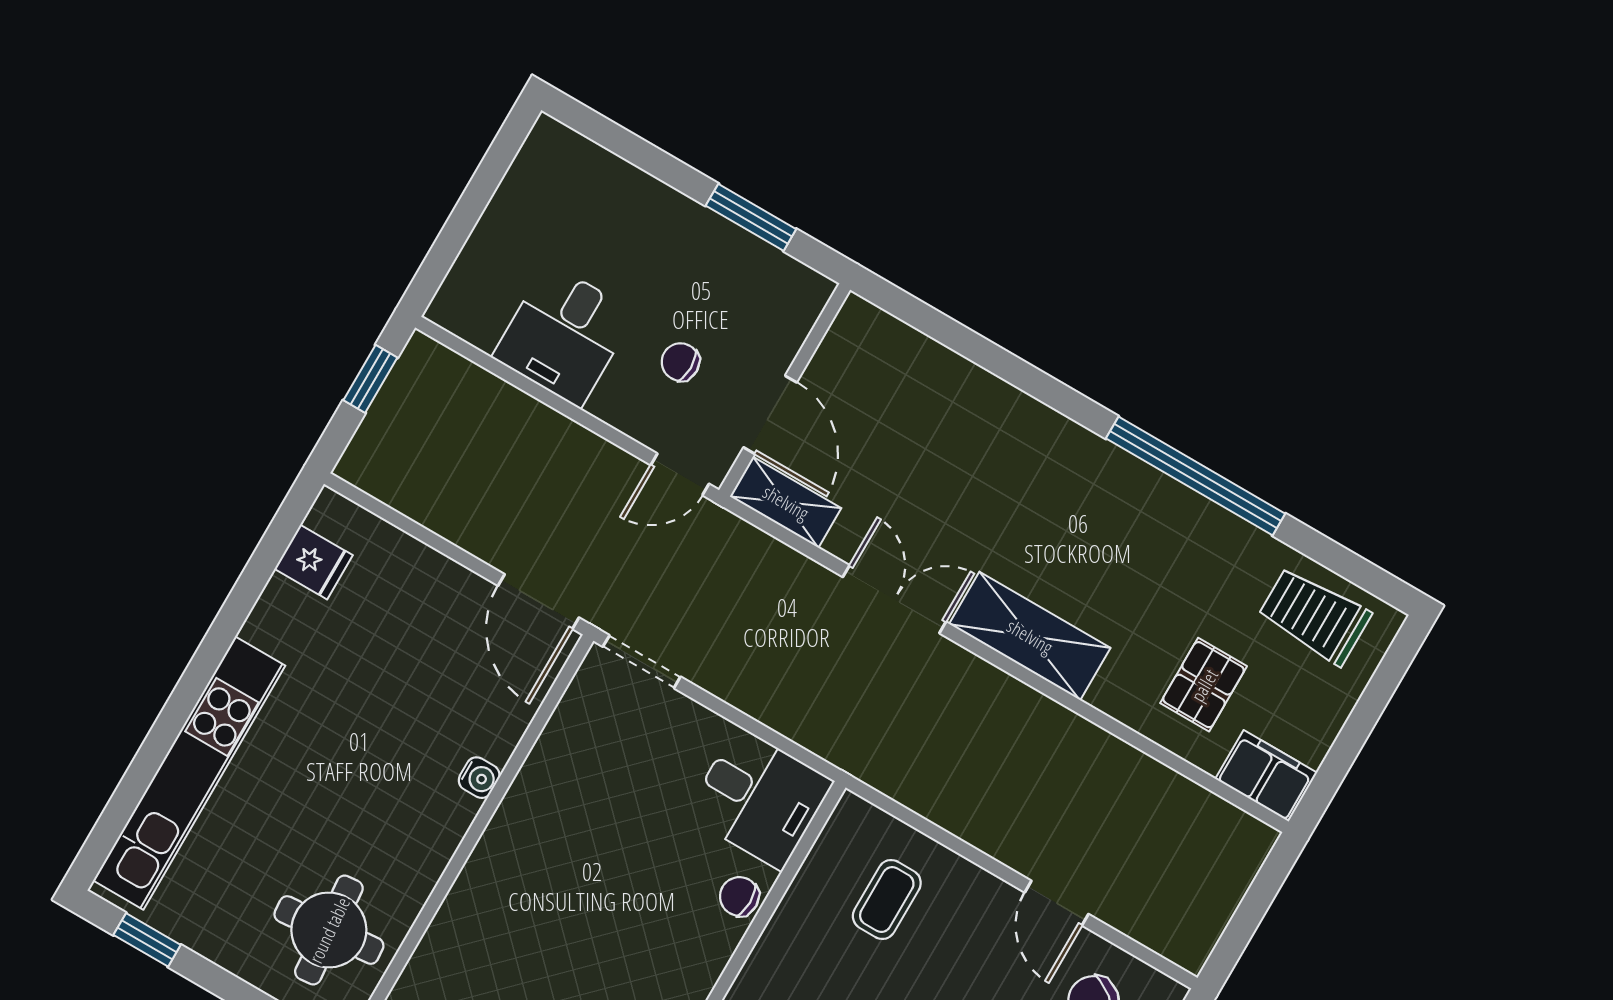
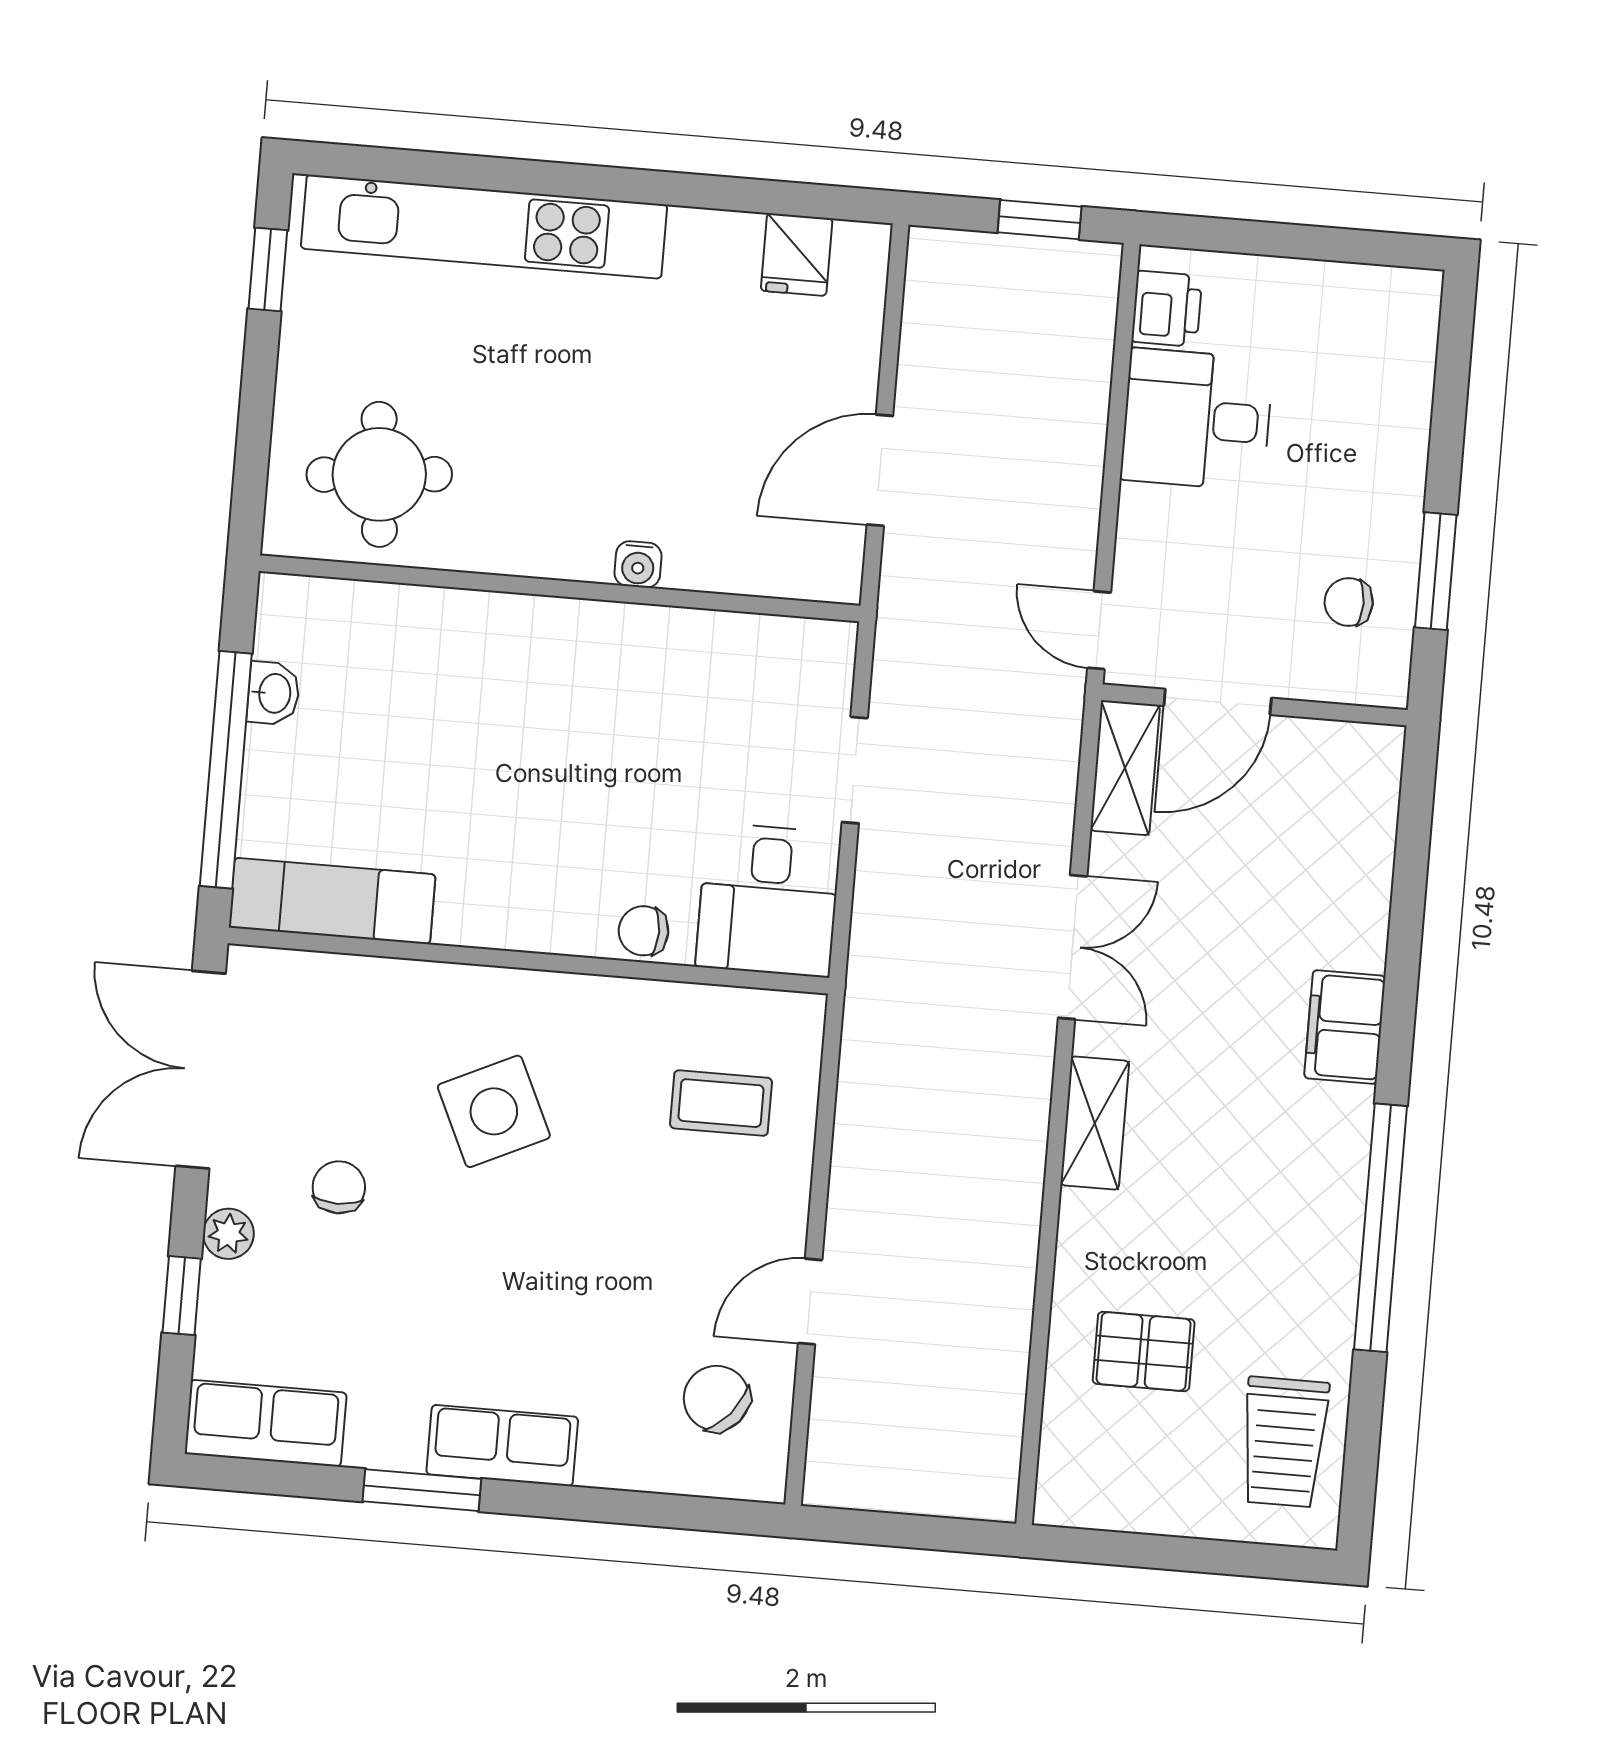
printer: (476, 319) -> (1167, 309), added
chair: (680, 362) -> (1349, 602), moved, turned -90
door: (539, 602) -> (880, 470), moved
trolley: (1314, 616) -> (1284, 1442), turned 180
shelving: (1030, 636) -> (1095, 1123), width x0.67, depth x0.75
doorway: (642, 662) -> (855, 770), moved
filing cabinet: (1266, 776) -> (1345, 1027), moved, turned 180
chair: (739, 896) -> (644, 931), turned -90

